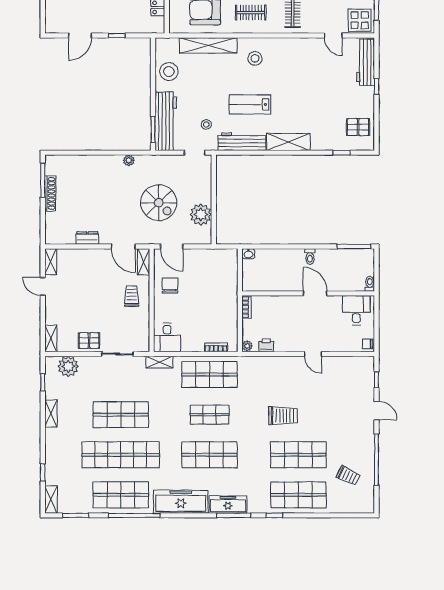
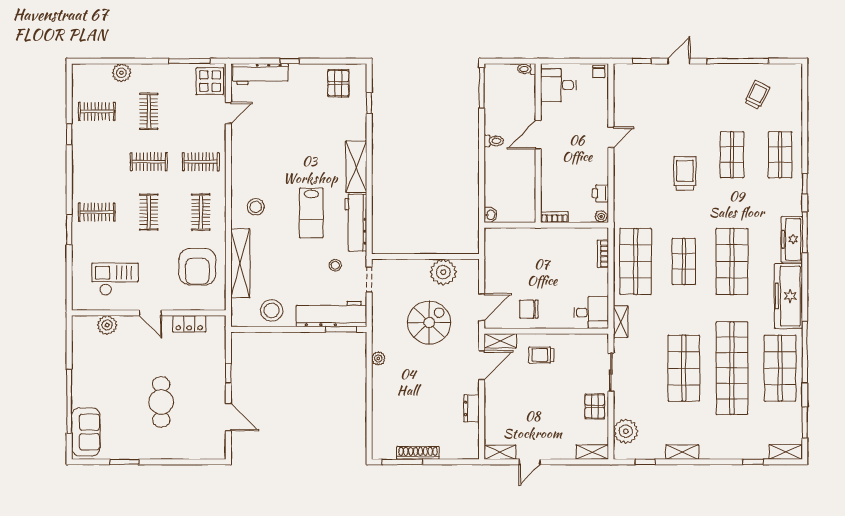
shop shelf: (298, 455) -> (732, 155), width x0.70, depth x0.74
shop shelf: (298, 495) -> (780, 155), width x0.70, depth x0.74

